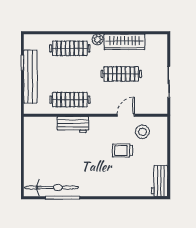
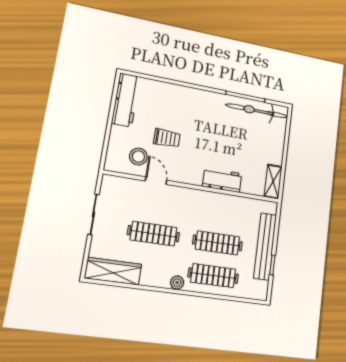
wardrobe: (124, 42) -> (113, 271), moved
clothes rail: (70, 100) -> (218, 243), moved
door: (126, 115) -> (156, 181), swing flipped
shelving: (30, 130) -> (273, 182), added
workbench: (159, 181) -> (126, 100), width x1.37

